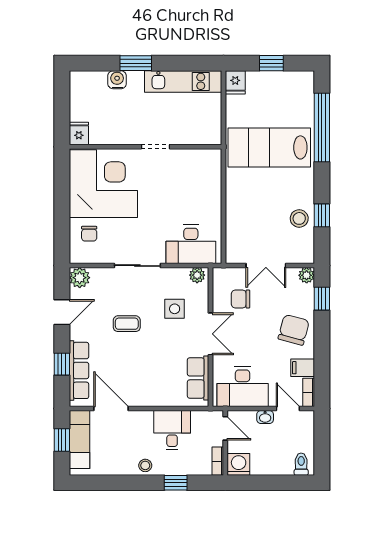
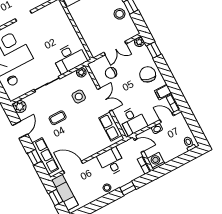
desk: (243, 387) -> (133, 121), width x0.73

